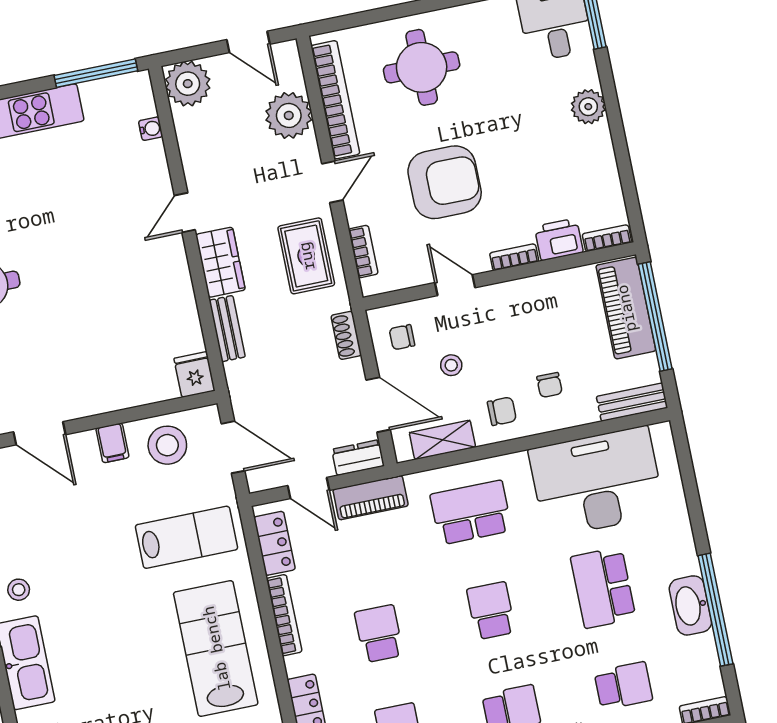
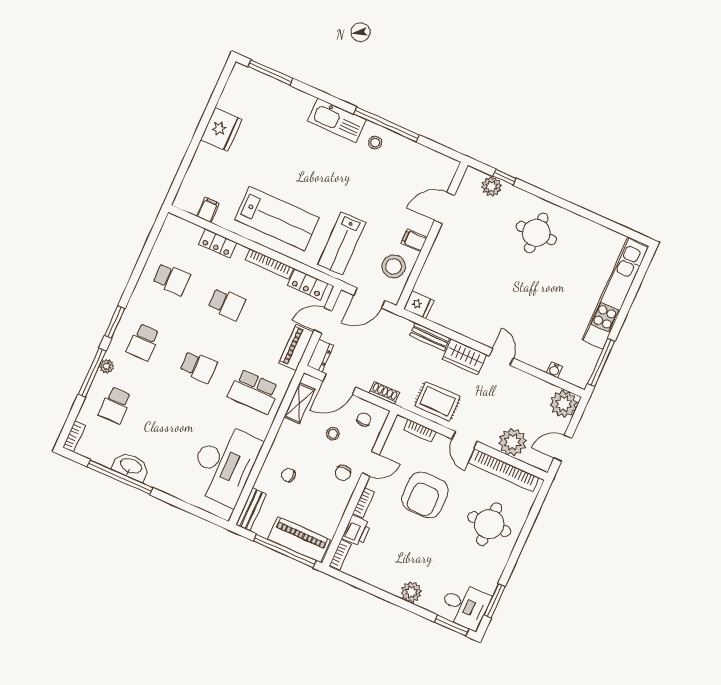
chair: (502, 411) -> (343, 473), moved
school desk: (471, 513) -> (254, 392), turned 90
school desk: (603, 588) -> (170, 430), removed

